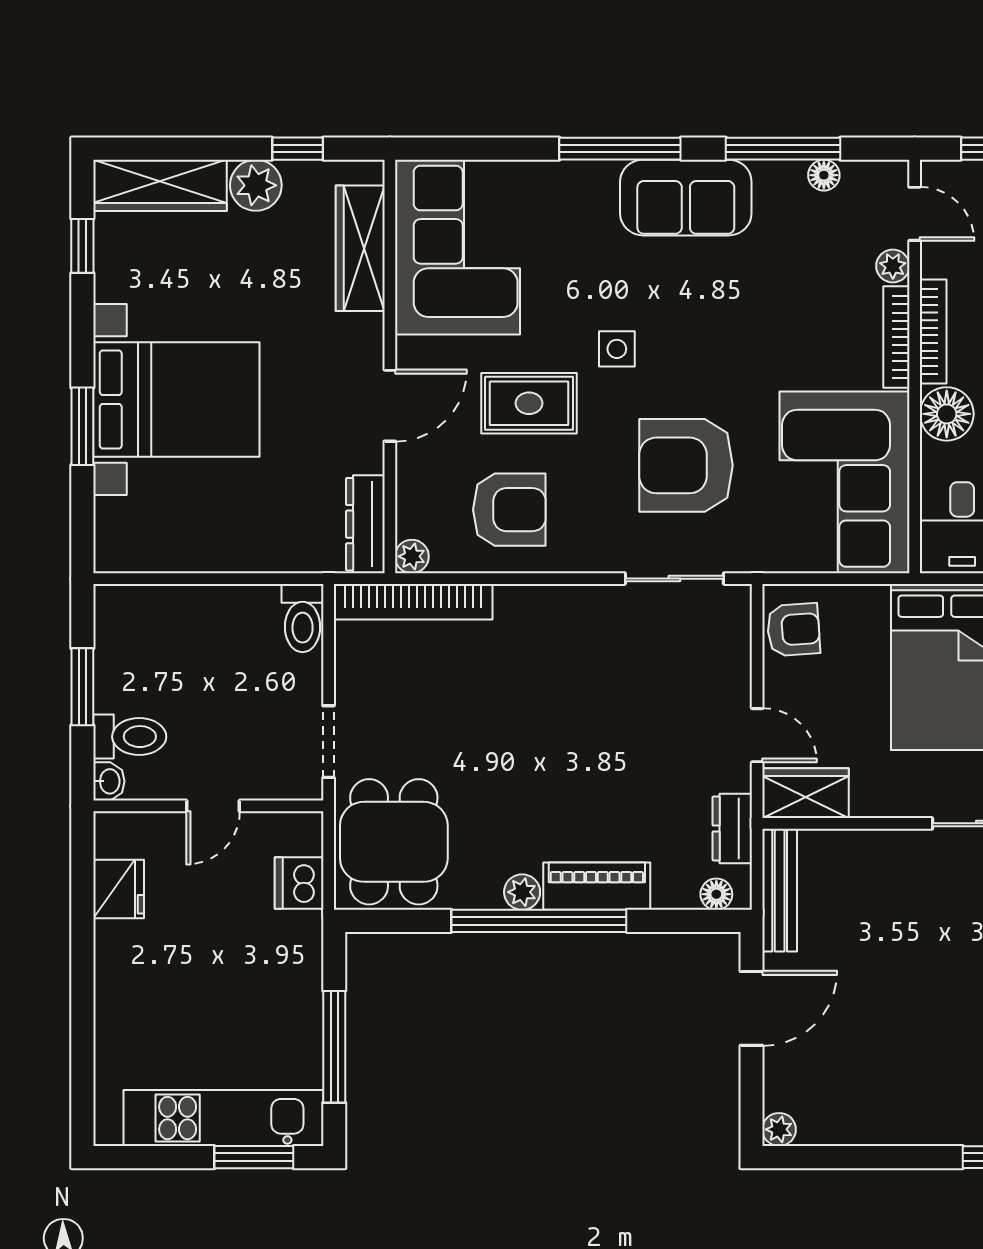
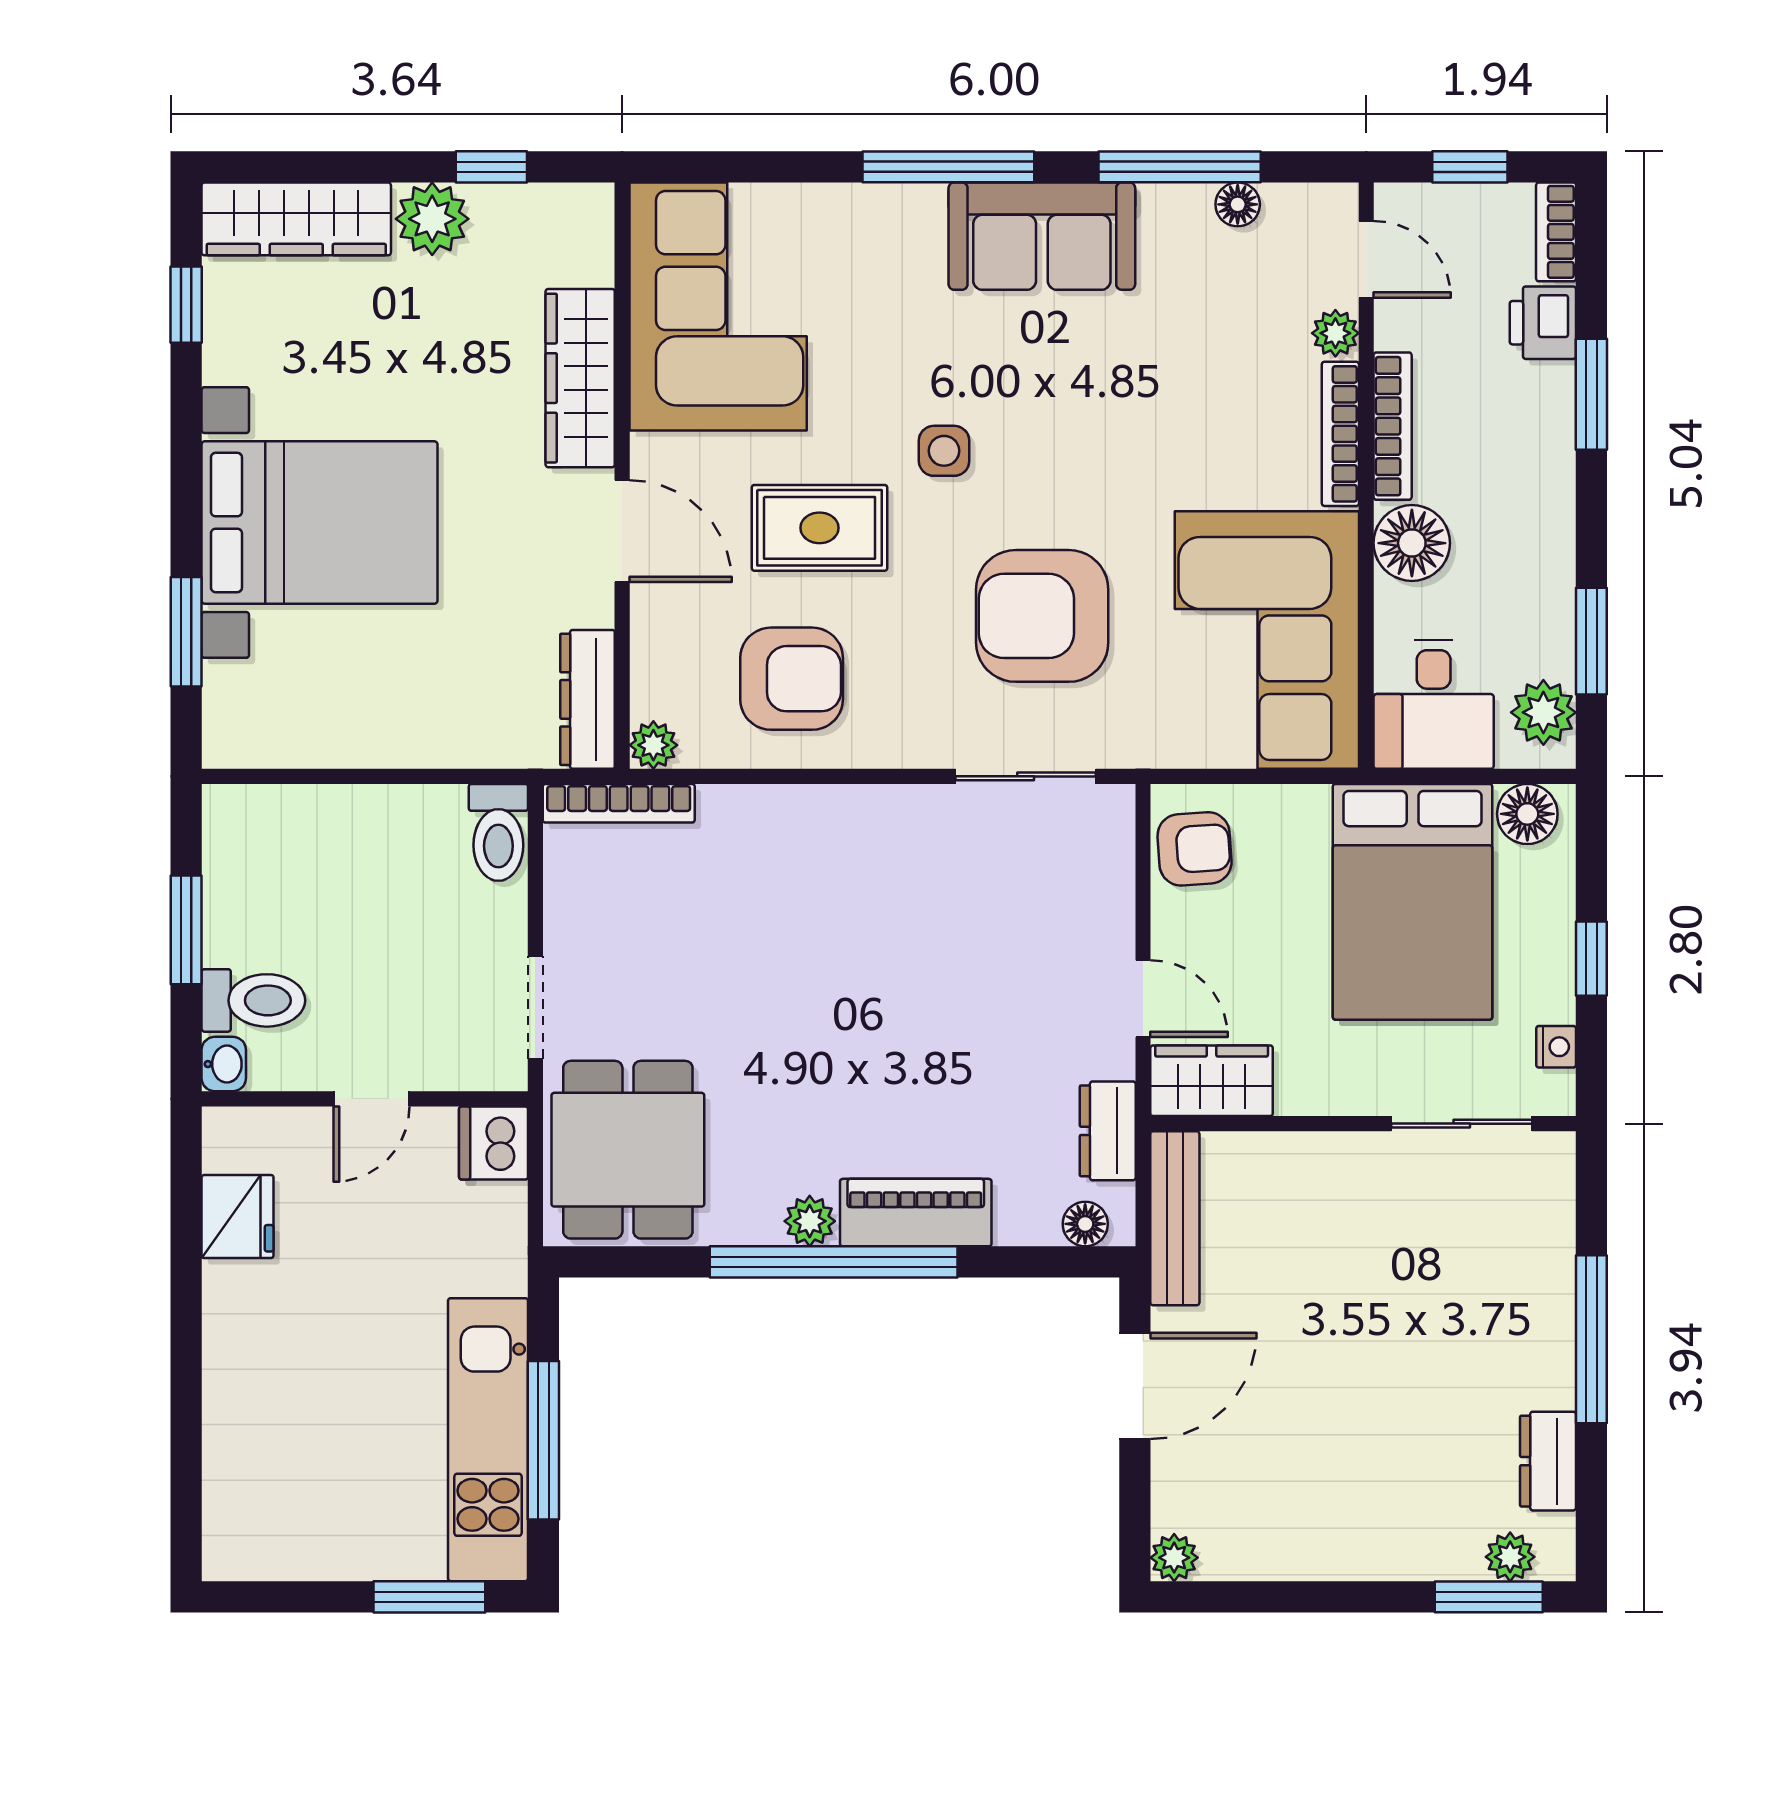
wardrobe: (360, 248) -> (580, 378), moved
door: (390, 406) -> (622, 531), hinge flipped
window: (82, 426) -> (186, 632), moved
bookcase: (413, 602) -> (619, 803), width x0.68, depth x0.76
dishwasher: (299, 883) -> (494, 1143), moved
kitchen unit: (223, 1118) -> (488, 1440), moved, turned -90

